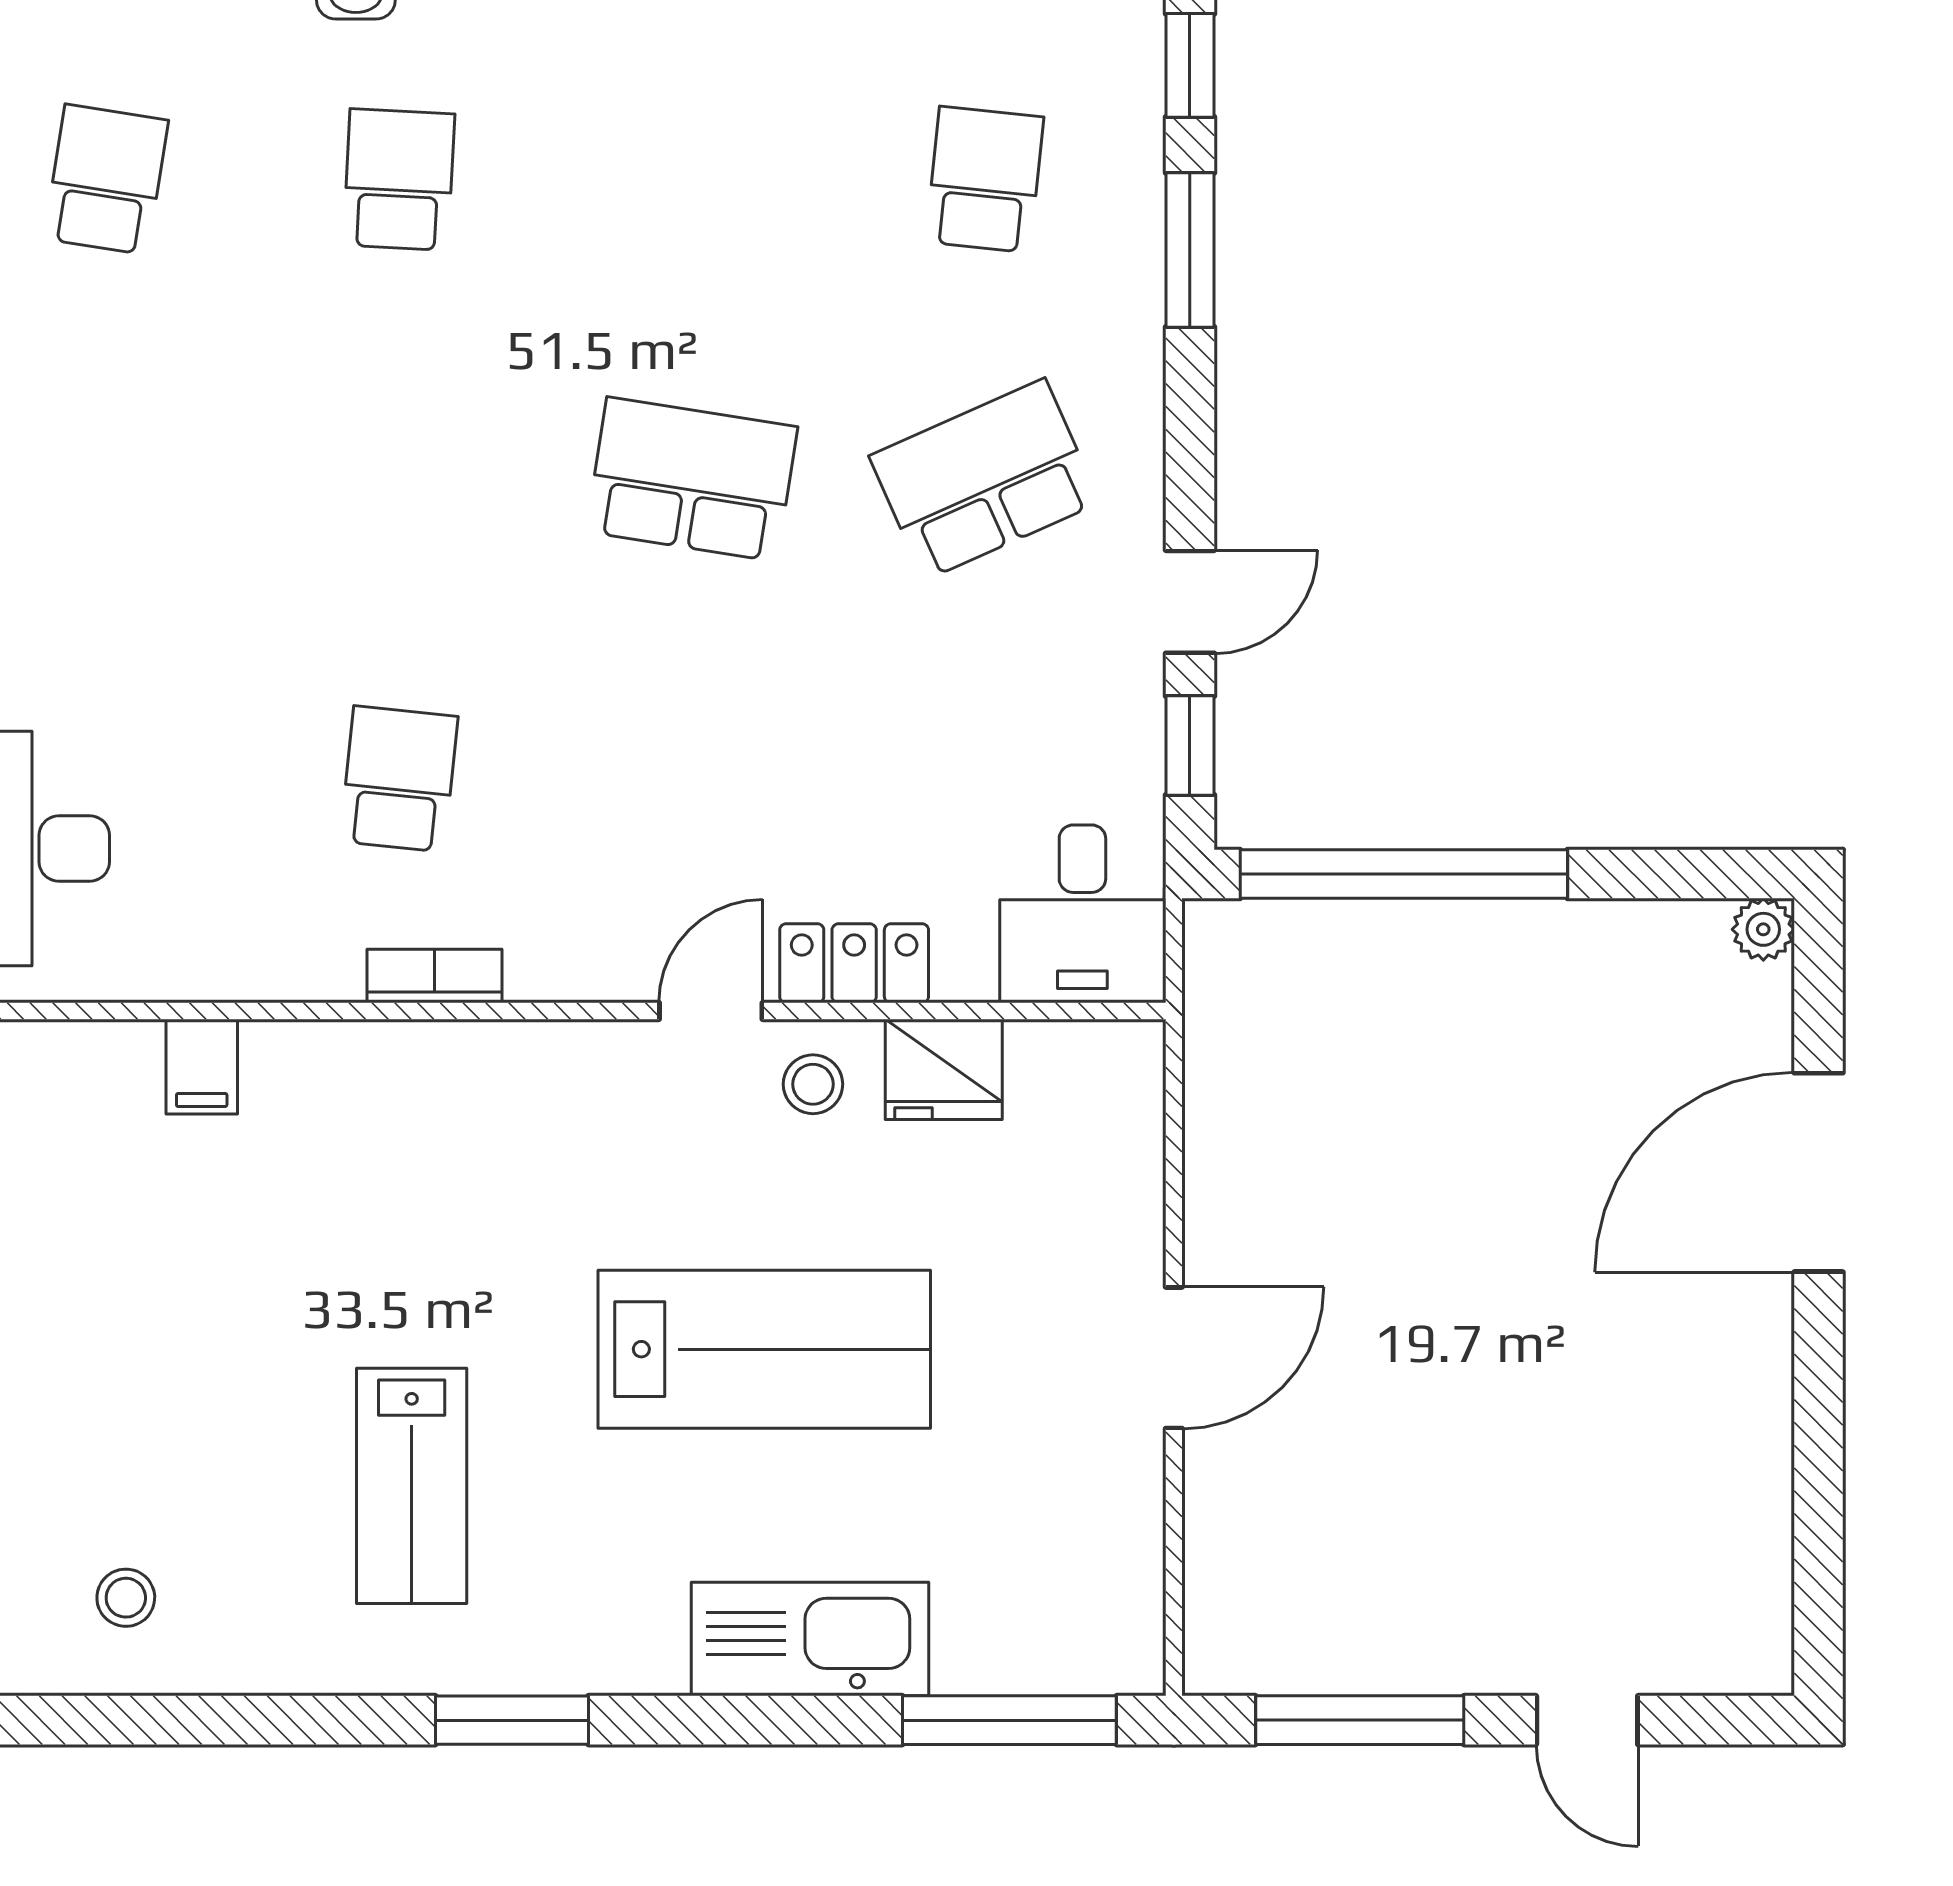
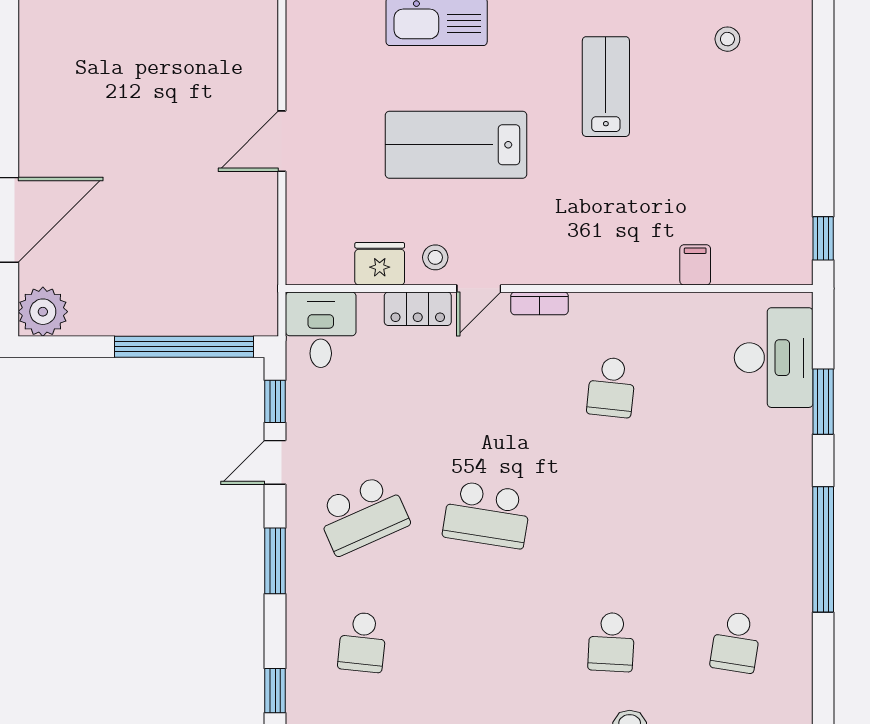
window: (1190, 250) -> (275, 561), moved
plant: (1763, 929) -> (43, 312), width x1.87, depth x1.87
bookcase: (434, 976) -> (539, 303), moved

